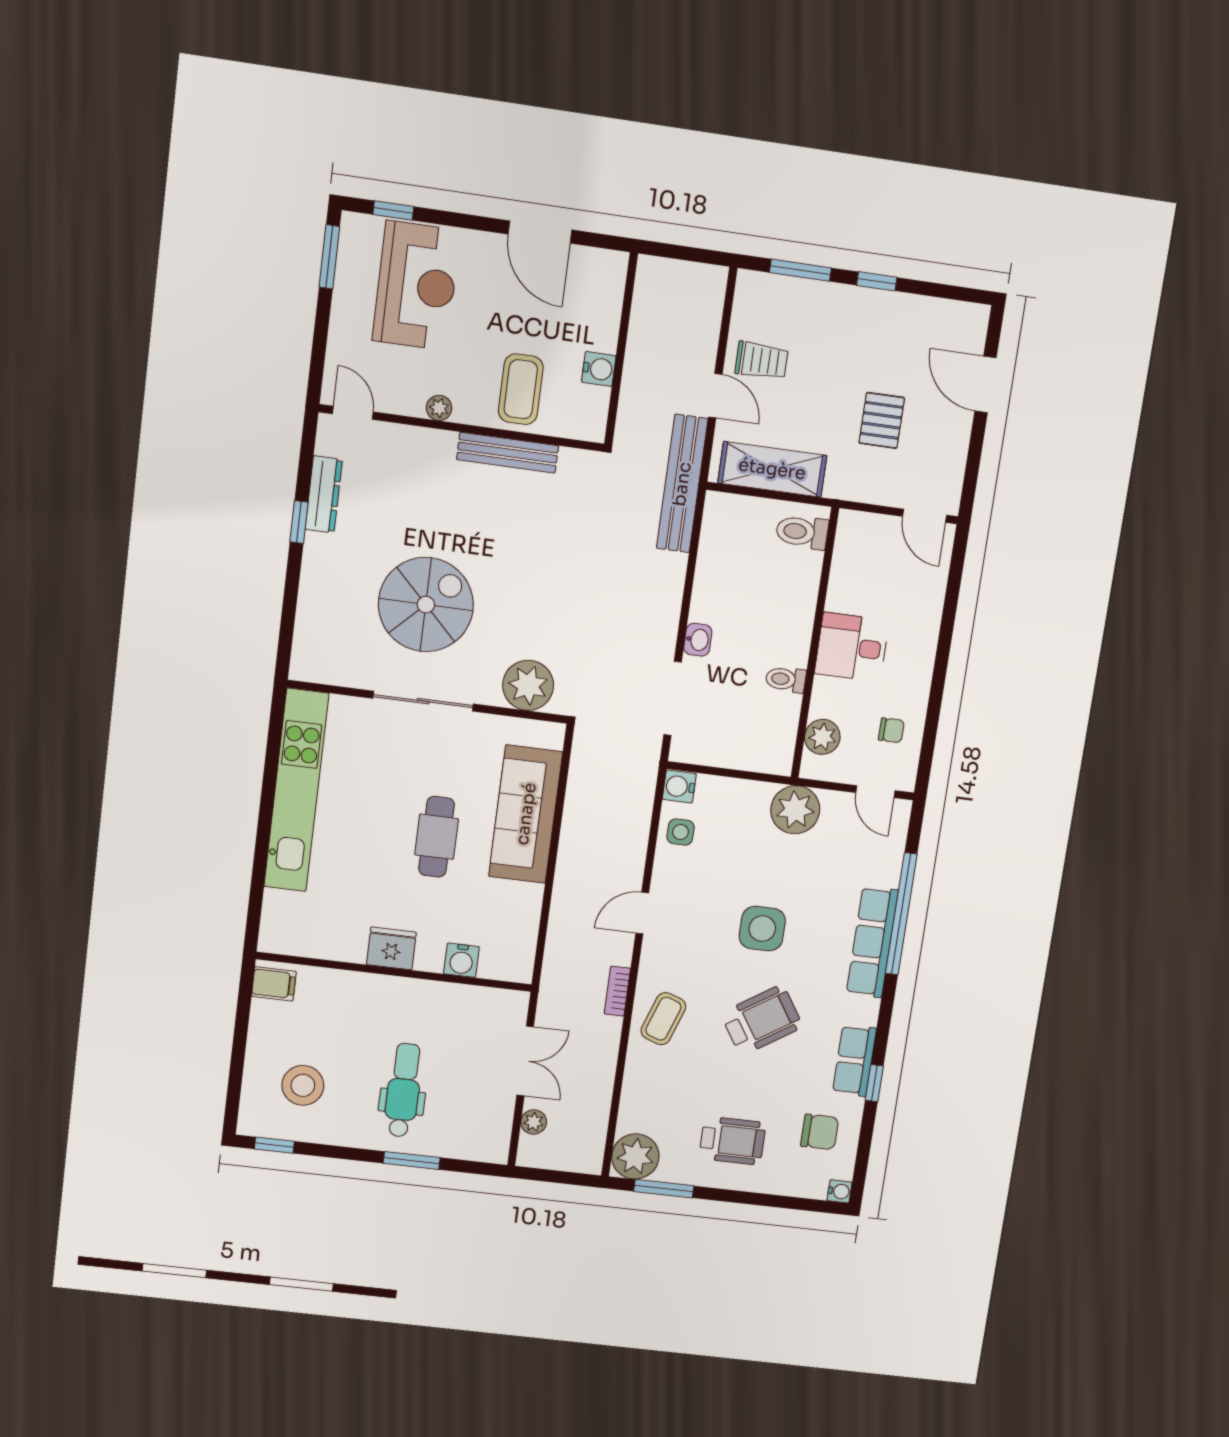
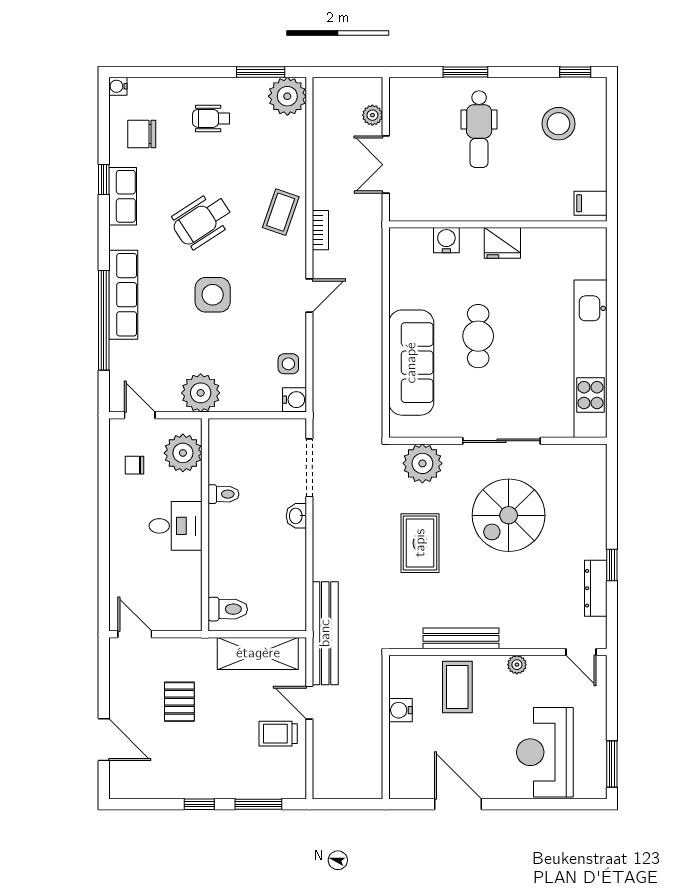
window: (393, 211) -> (569, 804), removed
rug: (545, 584) -> (420, 543), added
plant: (822, 737) -> (183, 453), width x1.36, depth x1.36
wheelchair: (732, 1141) -> (211, 118), width x0.73, depth x0.73

